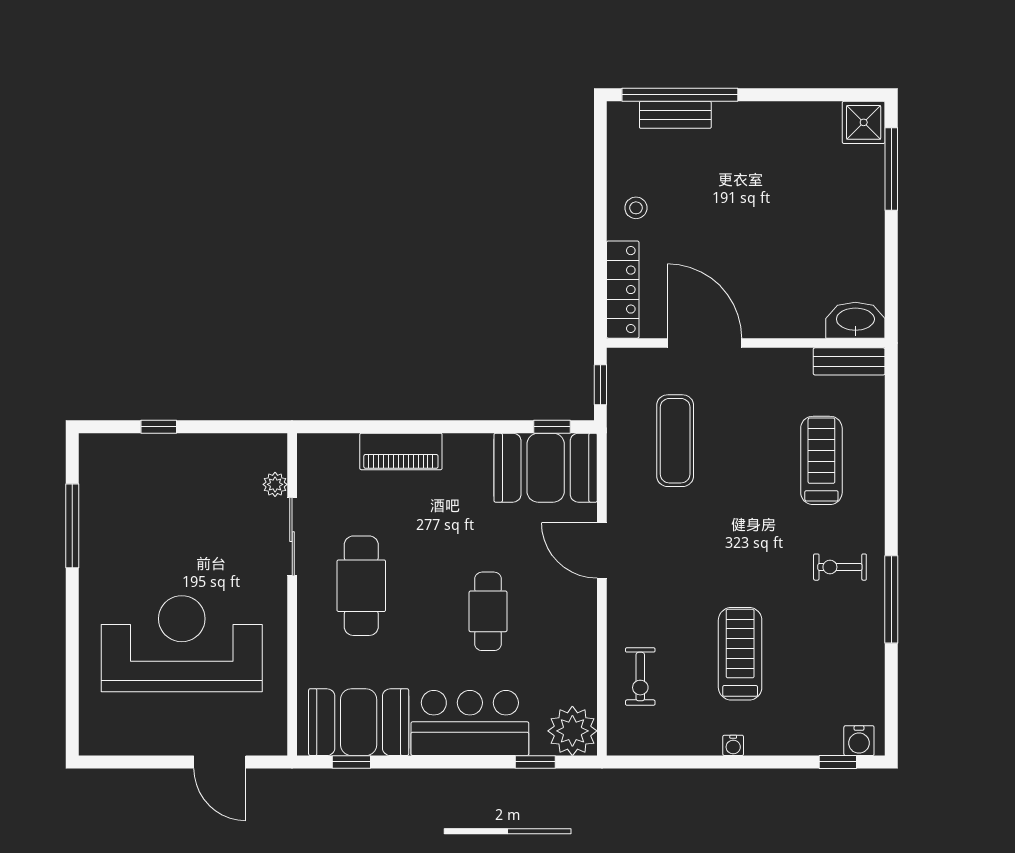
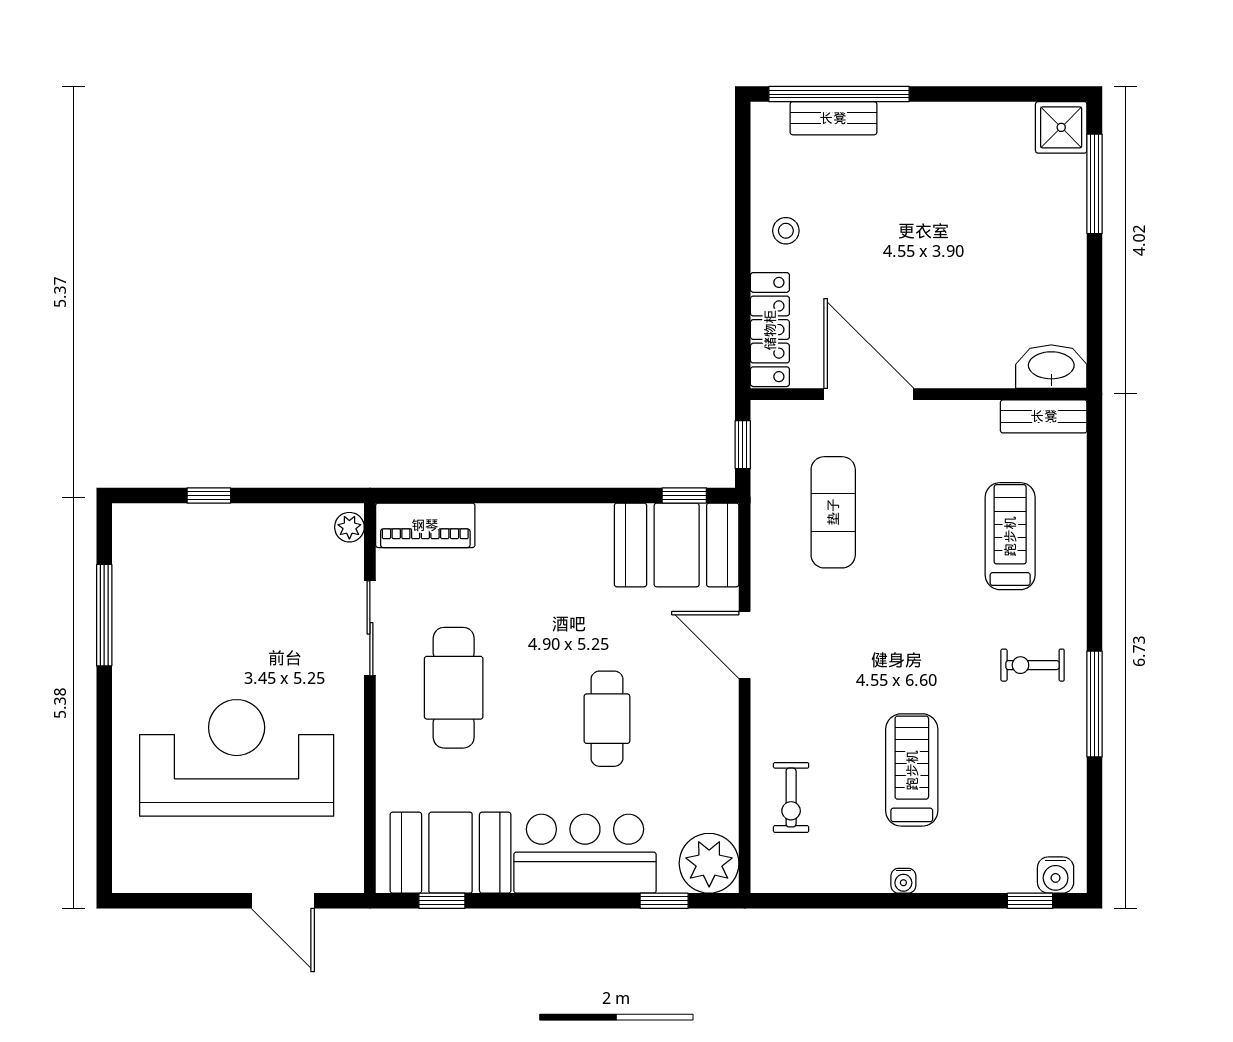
piano: (401, 451) -> (425, 525), moved
plant: (275, 484) -> (349, 527), moved

